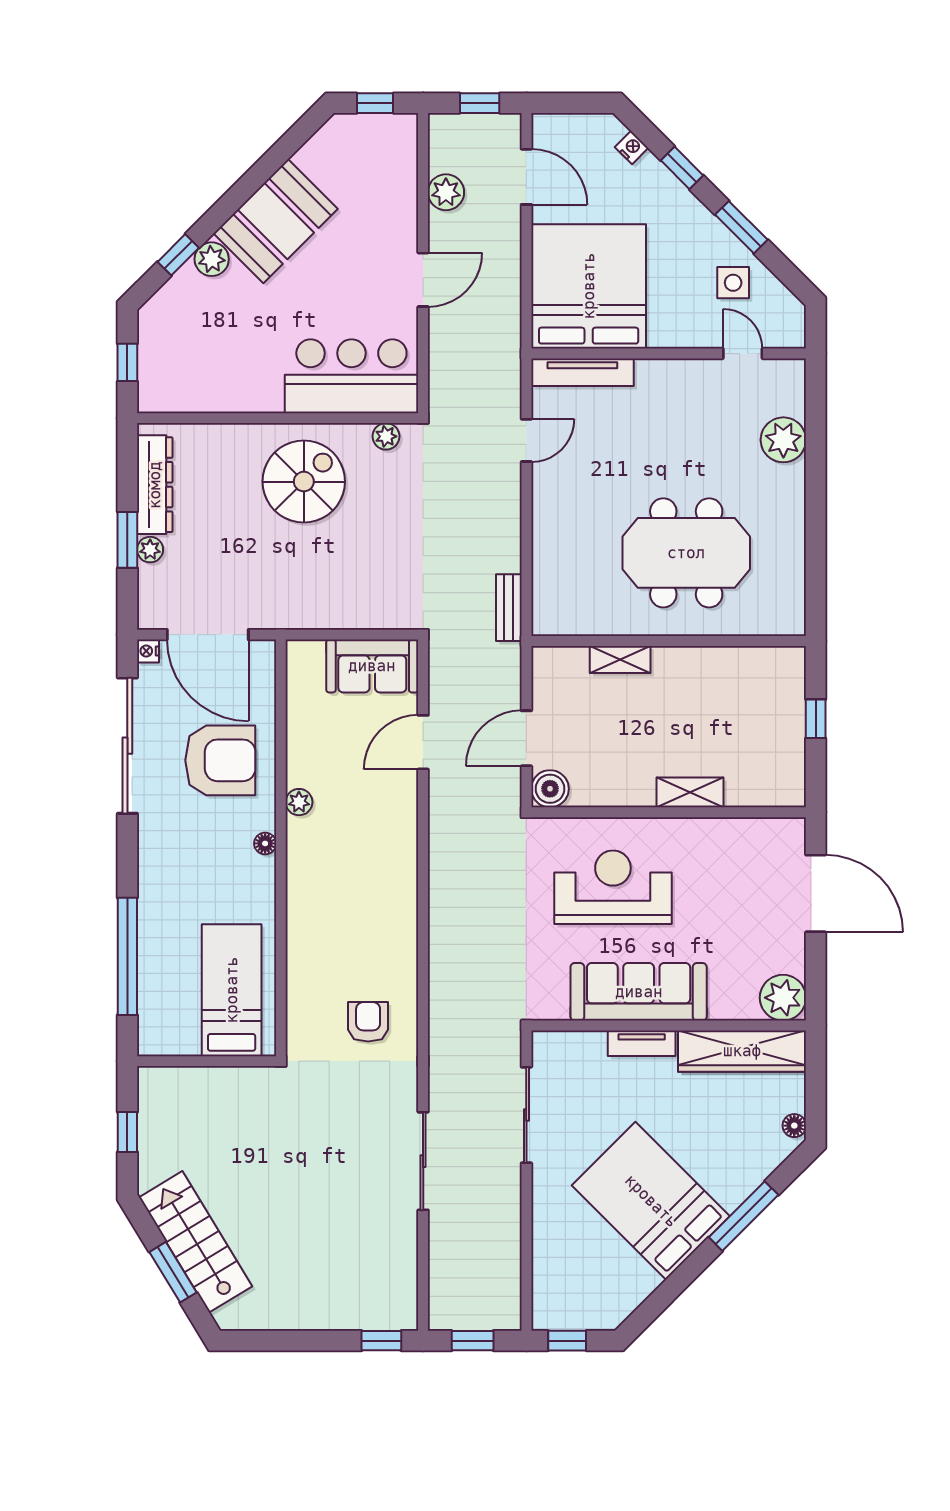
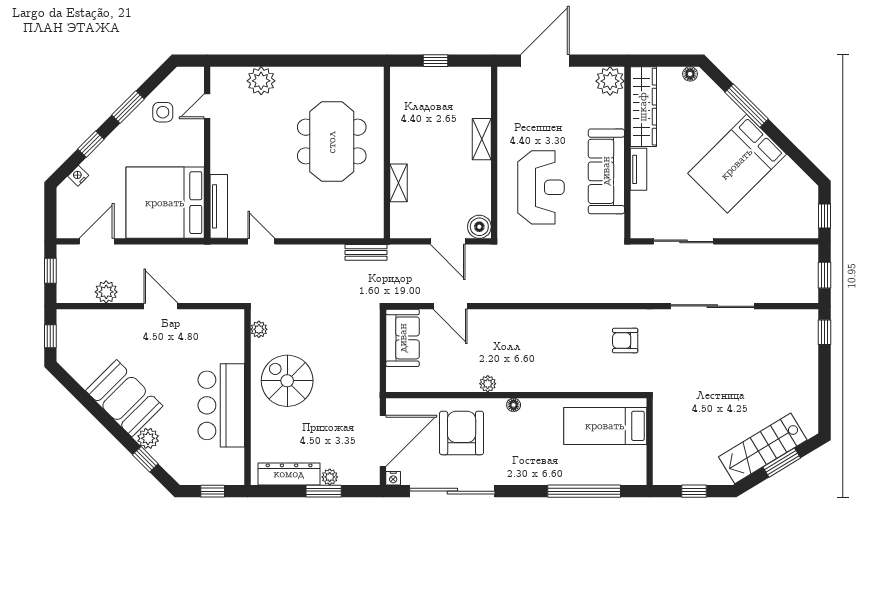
bar counter: (351, 376) -> (221, 405), moved
reception desk: (613, 887) -> (541, 187), turned 180
sliding door: (423, 1161) -> (712, 306), width x1.36

